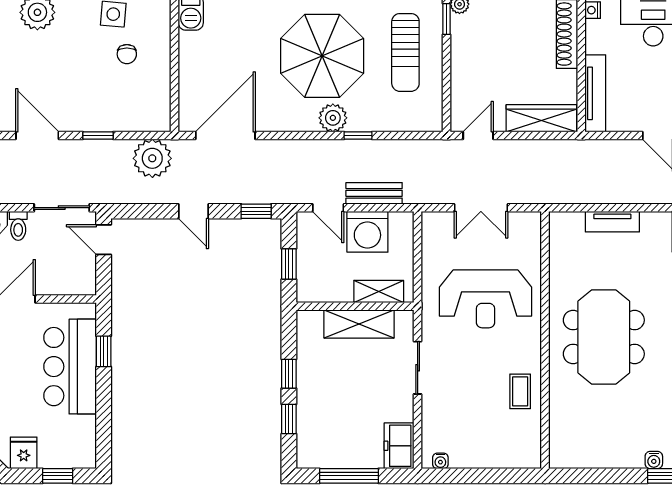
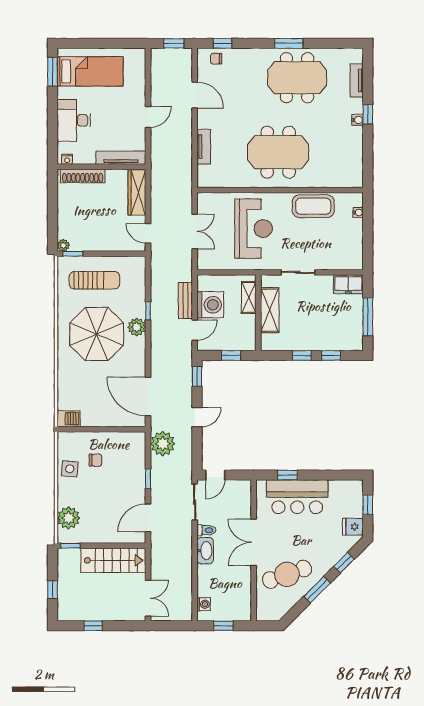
coffee table: (520, 391) -> (313, 206), width x1.86, depth x1.72
water cooler: (440, 461) -> (358, 212), moved

